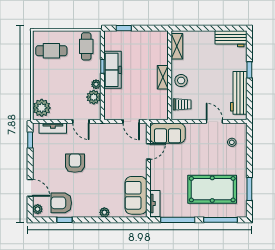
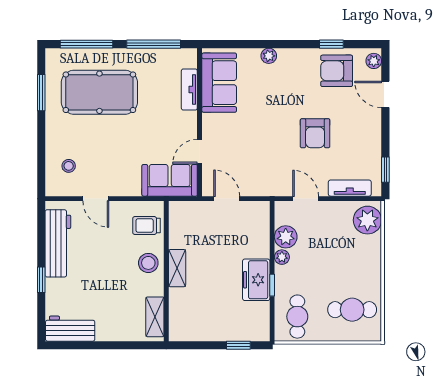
freezer: (112, 70) -> (256, 280), width x0.71
armchair: (61, 203) -> (337, 71), turned 180
tv unit: (155, 204) -> (189, 90), moved

